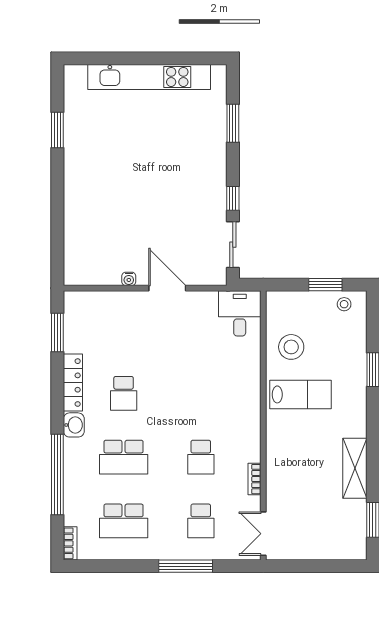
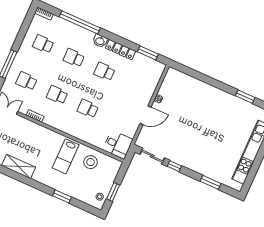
school desk: (201, 393) -> (88, 109), added
school desk: (124, 457) -> (74, 58), width x0.54
school desk: (124, 521) -> (43, 44), width x0.54

